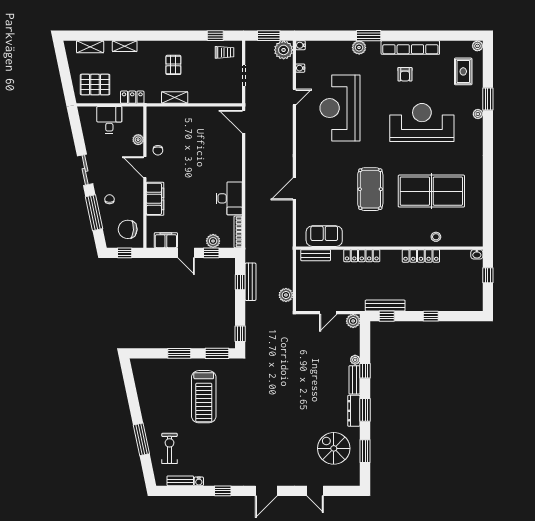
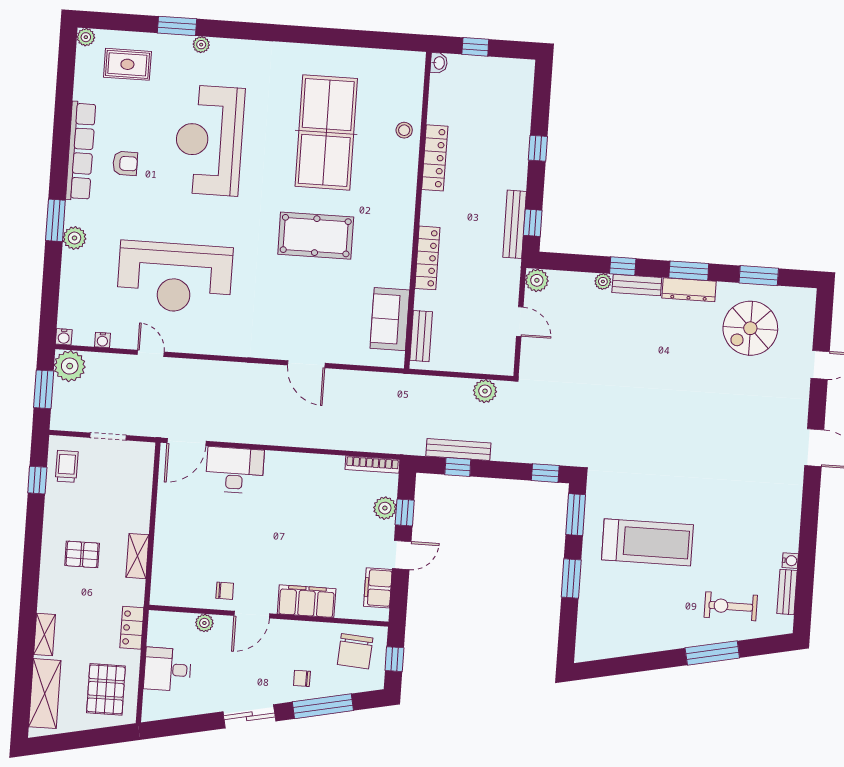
shelving: (90, 47) -> (45, 694), width x1.50, depth x1.33
desk: (229, 198) -> (235, 470), moved
window: (223, 491) -> (809, 521), removed

